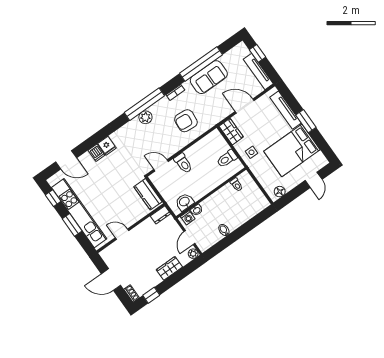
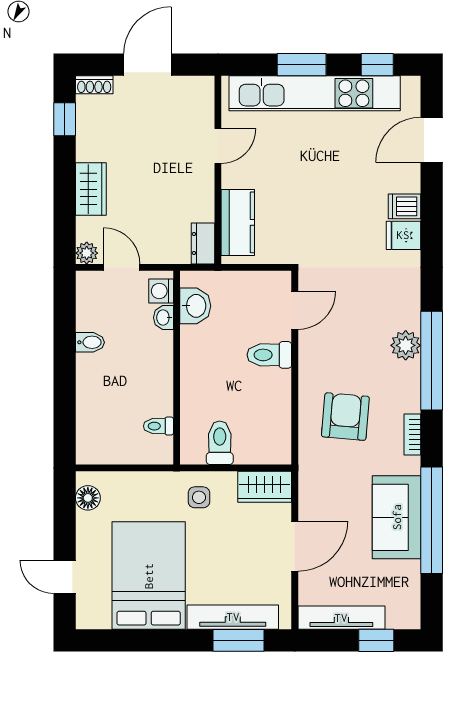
window: (306, 121) -> (239, 640), moved
kitchen counter: (148, 194) -> (238, 222), moved, turned 90

